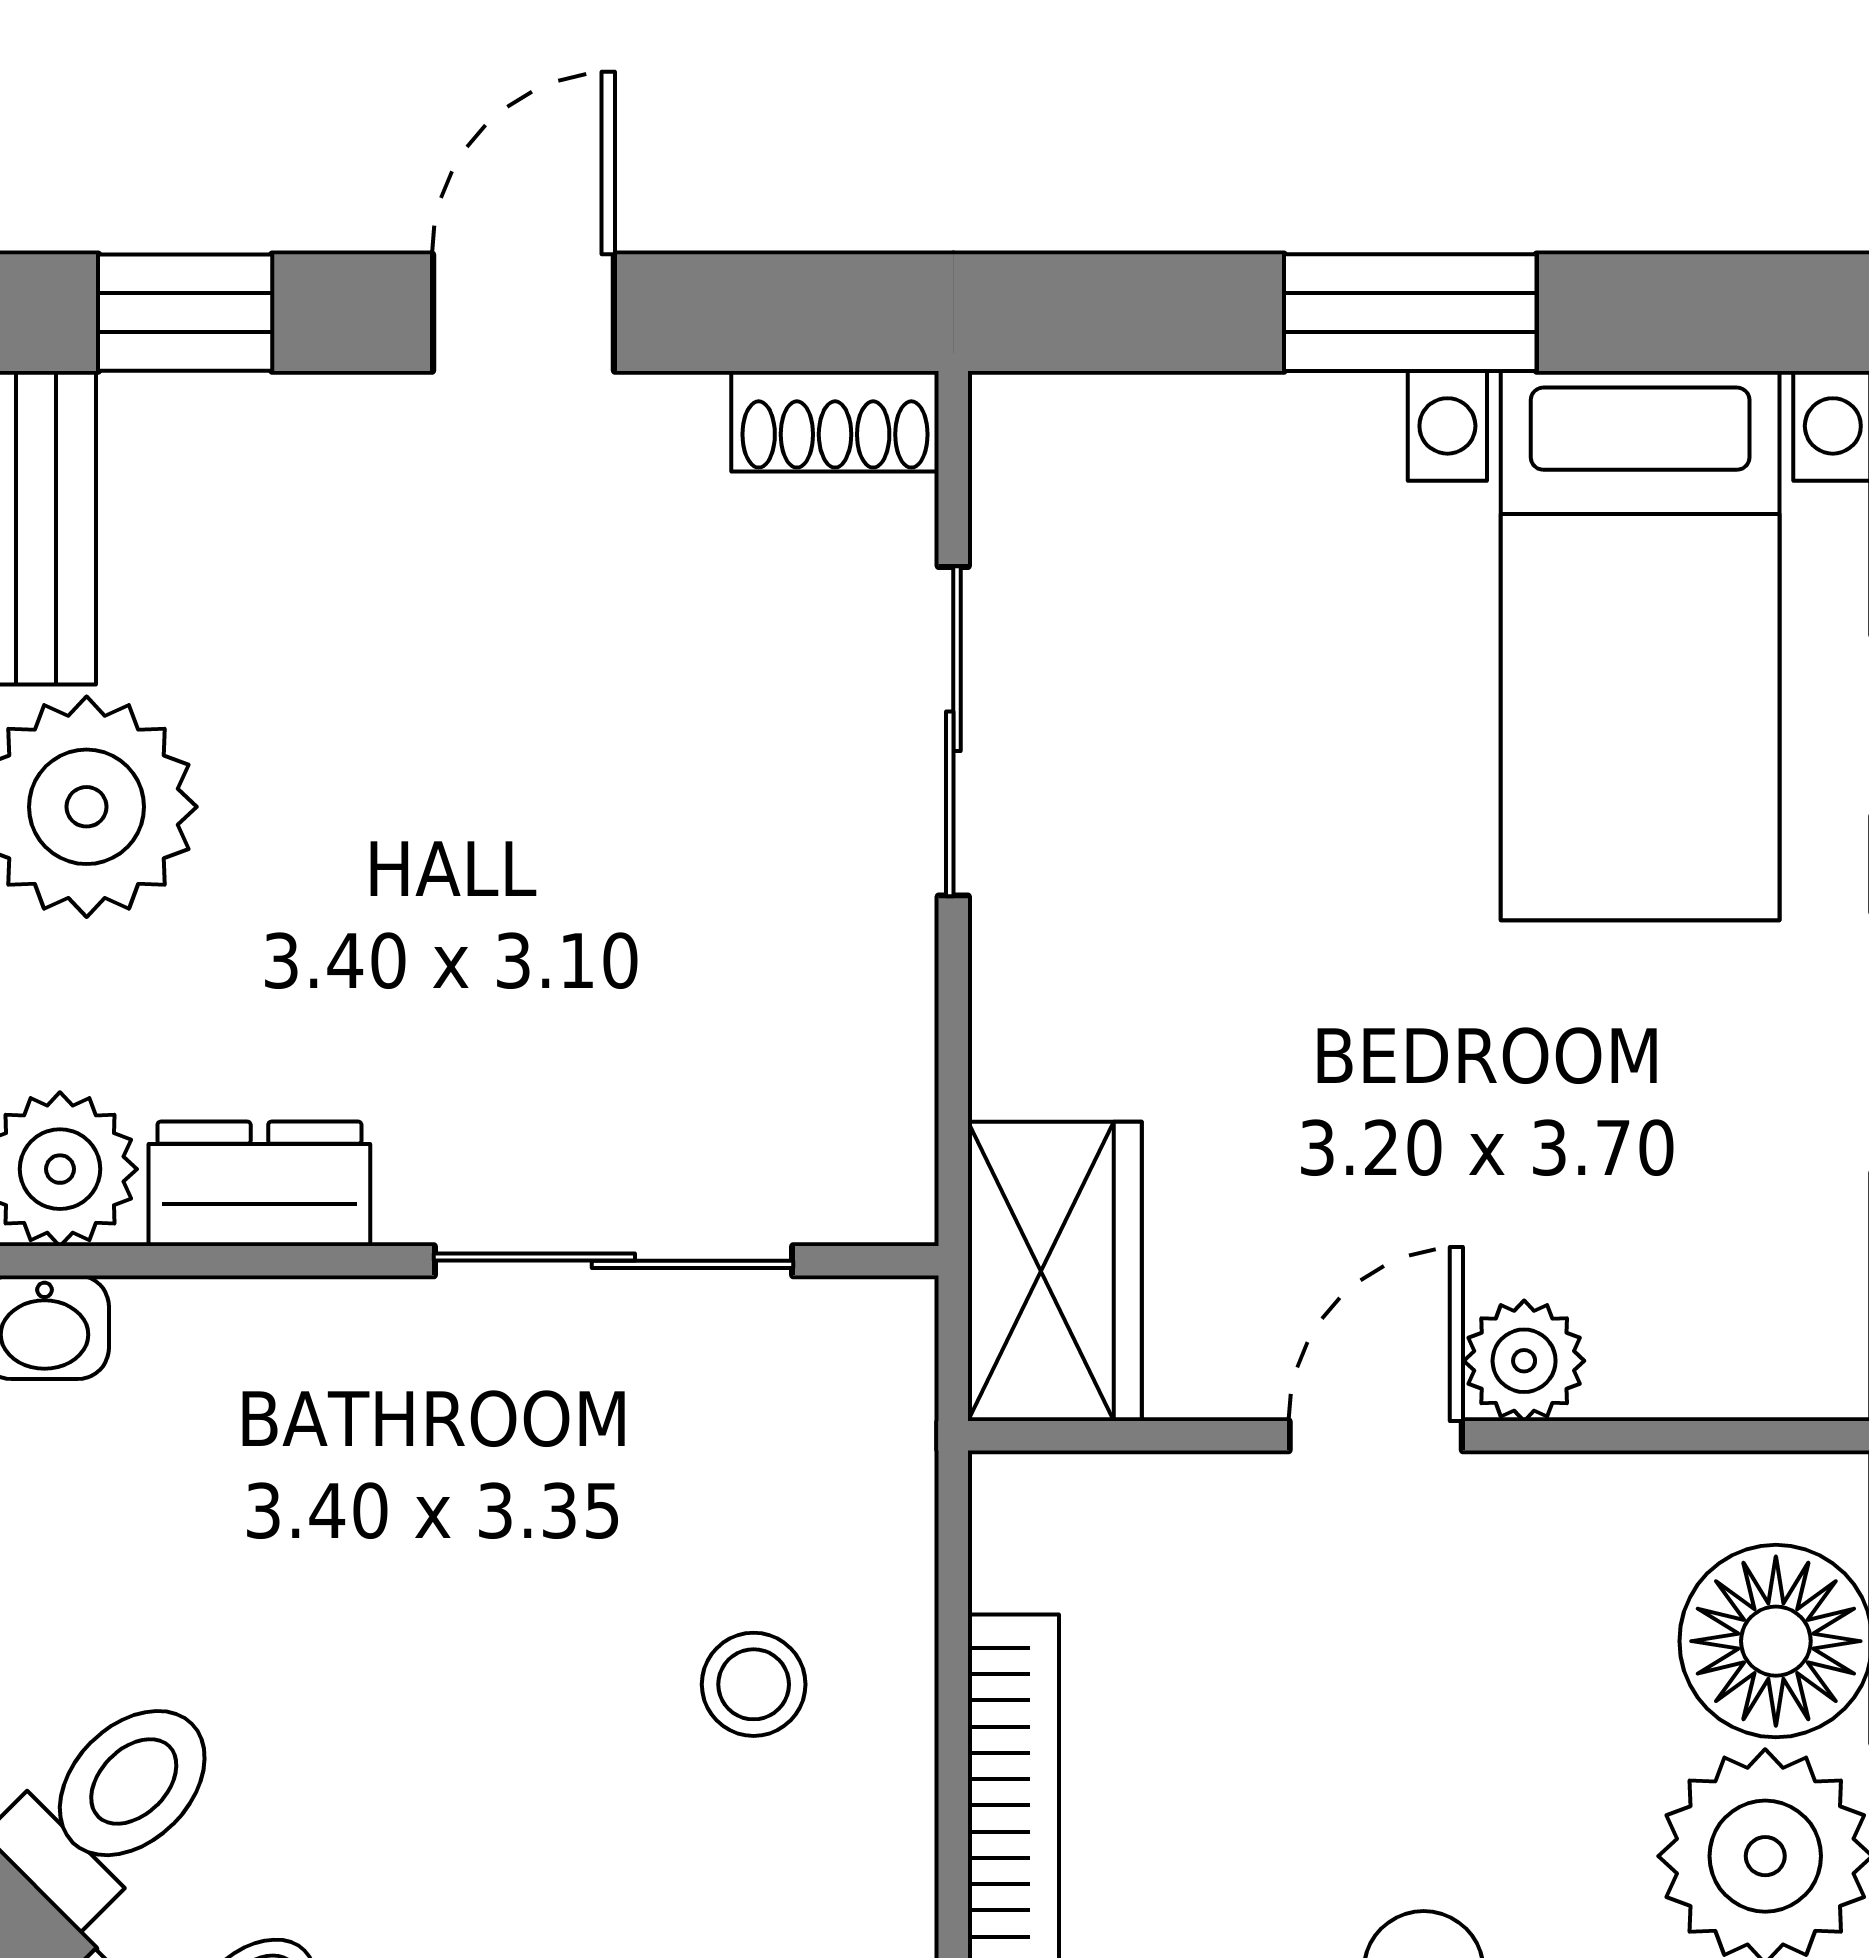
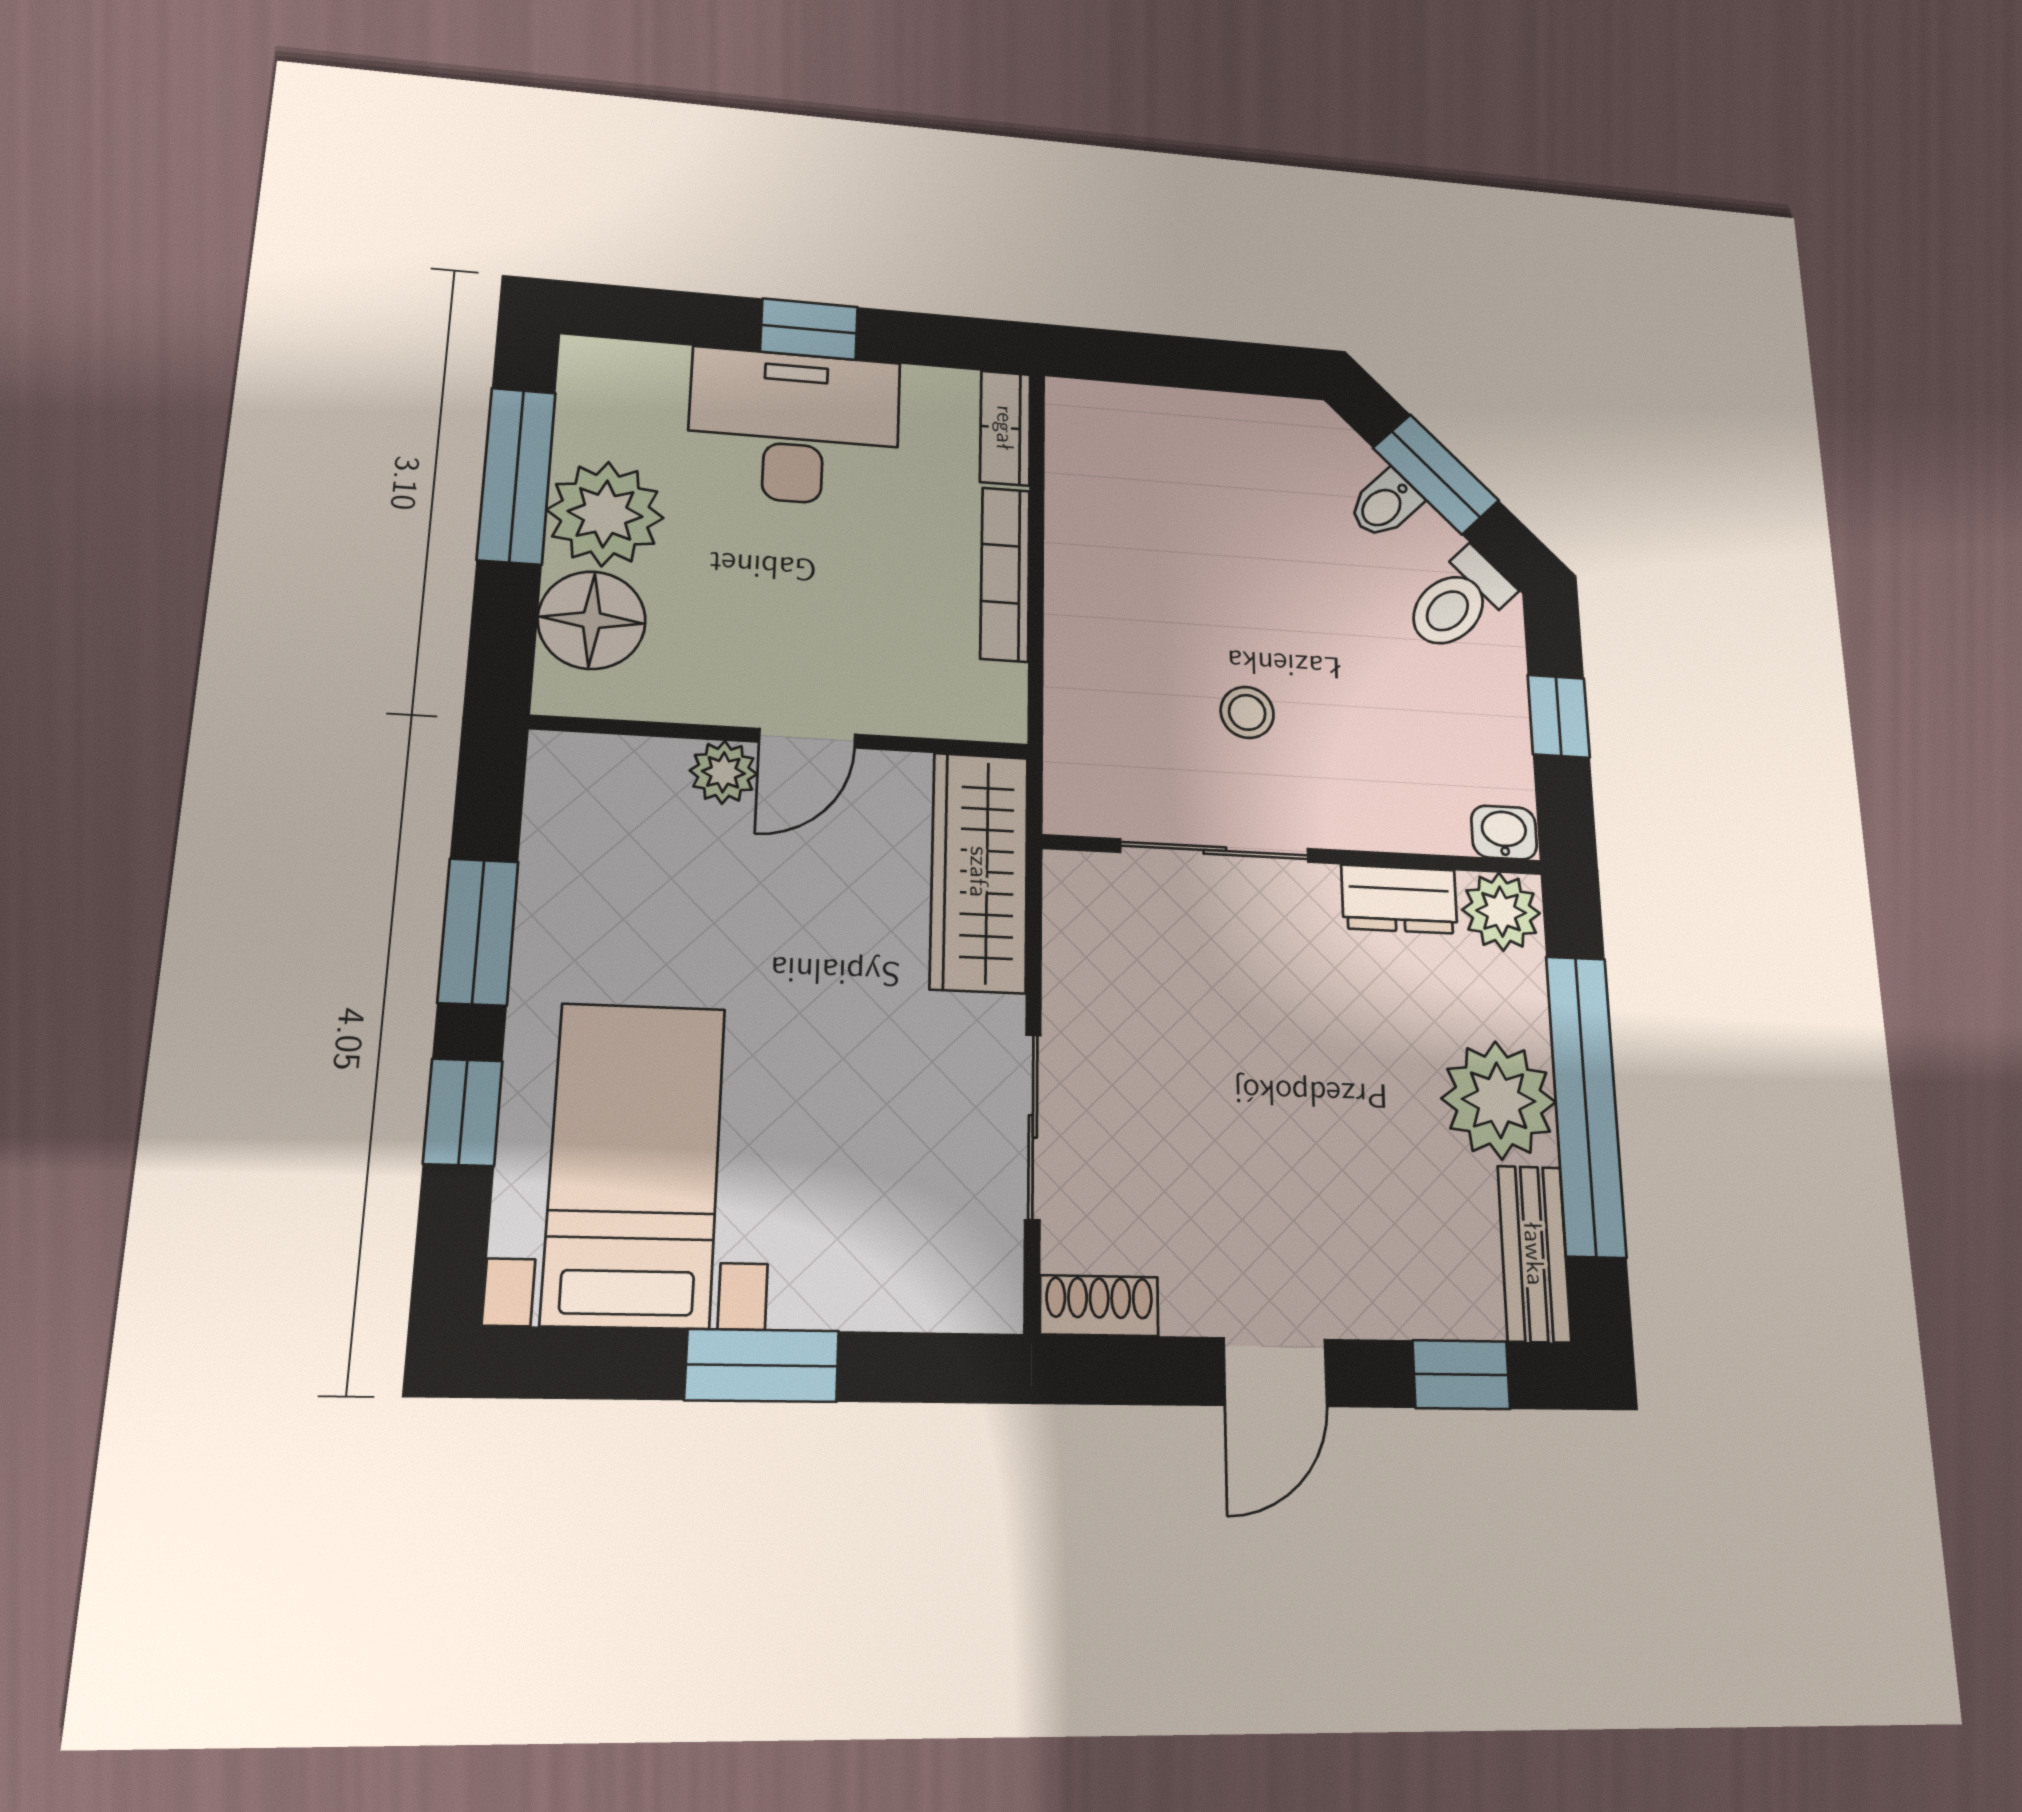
wardrobe: (1055, 1271) -> (979, 872), width x1.50
stool: (754, 1684) -> (1247, 712), moved

